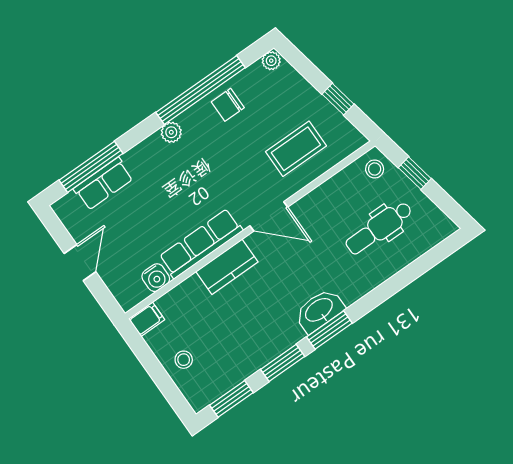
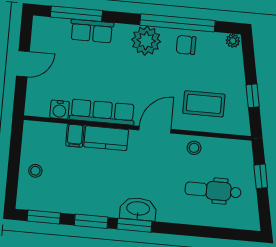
plant: (171, 132) -> (146, 41), width x1.87, depth x1.87
stool: (375, 169) -> (194, 148), moved
row of seats: (103, 184) -> (92, 31), moved
door: (269, 216) -> (155, 130), swing flipped
filing cabinet: (147, 319) -> (75, 136), moved, turned 90

